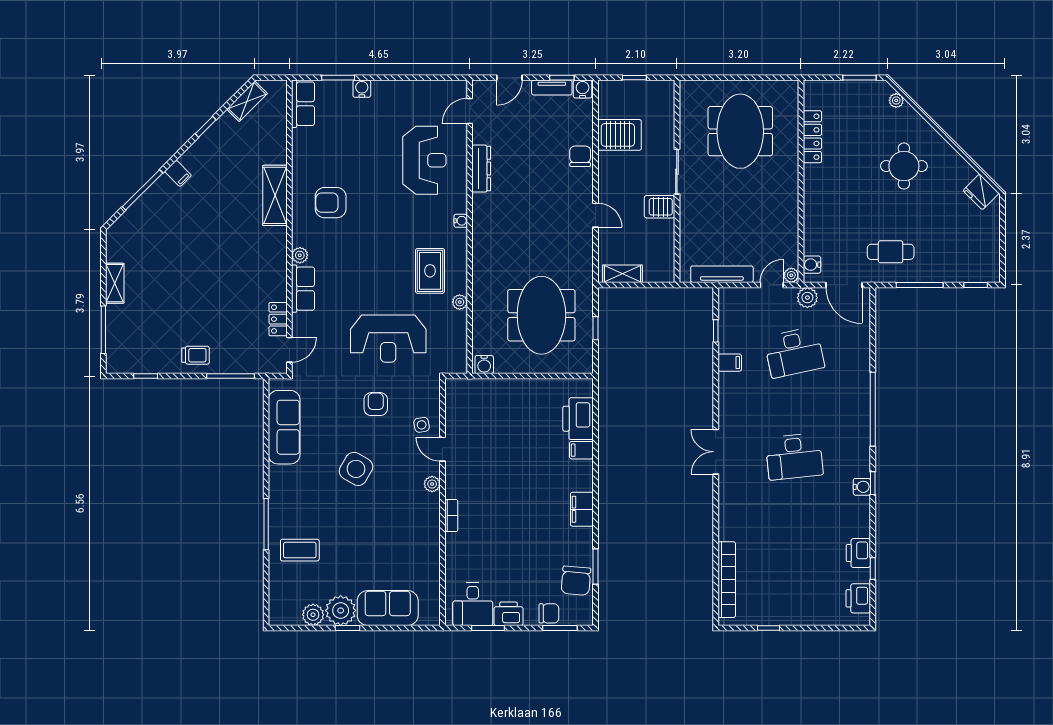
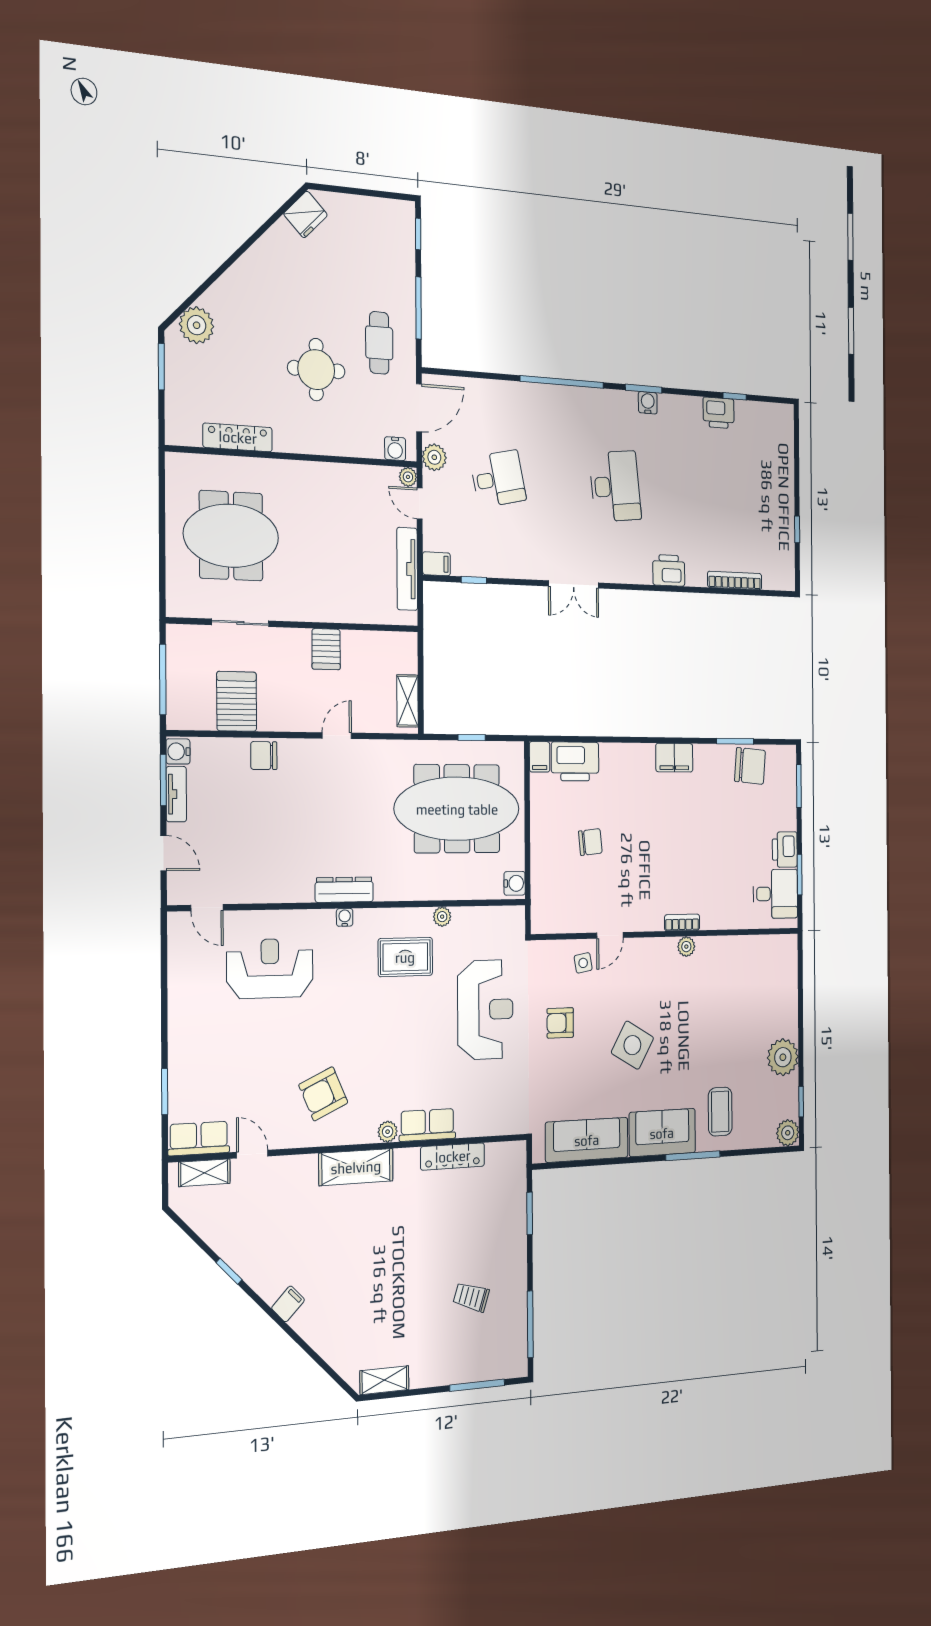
window: (562, 78) -> (163, 780), width x1.50
window: (634, 78) -> (163, 679), width x2.17
water cooler: (362, 89) -> (179, 1058), removed
plant: (896, 100) -> (197, 325), width x1.88, depth x1.88
shelving: (247, 101) -> (204, 1173), moved, turned -45
round table: (904, 166) -> (316, 370), moved
dresser: (481, 169) -> (344, 890), moved
sliding door: (677, 172) -> (240, 623), moved
window: (142, 190) -> (309, 1350), removed
shelving: (275, 195) -> (356, 1167), moved
armchair: (331, 203) -> (323, 1094), turned 66
shelving: (115, 283) -> (384, 1380), moved
meeting table: (541, 315) -> (457, 809), width x1.36
locker: (278, 319) -> (453, 1156), width x1.53
door: (289, 350) -> (252, 1154), moved
desk: (794, 352) -> (498, 479), width x0.73
trolley: (196, 355) -> (471, 1297), moved, turned -72
filing cabinet: (730, 363) -> (436, 564), moved, turned 90
window: (146, 376) -> (530, 1324), width x2.17
window: (231, 376) -> (530, 1213), width x0.69
filing cabinet: (581, 450) -> (540, 757), moved
double door: (716, 452) -> (574, 584), moved
window: (873, 483) -> (644, 389), width x1.50
plant: (432, 484) -> (686, 947), moved
bookcase: (727, 580) -> (735, 580), width x0.68, depth x0.76
printer: (858, 598) -> (669, 570), moved, turned 180
sofa: (388, 608) -> (662, 1133), moved, turned 90
chair: (549, 613) -> (590, 842), moved, turned 84
plant: (313, 615) -> (788, 1133), moved
window: (348, 628) -> (801, 1102), moved

